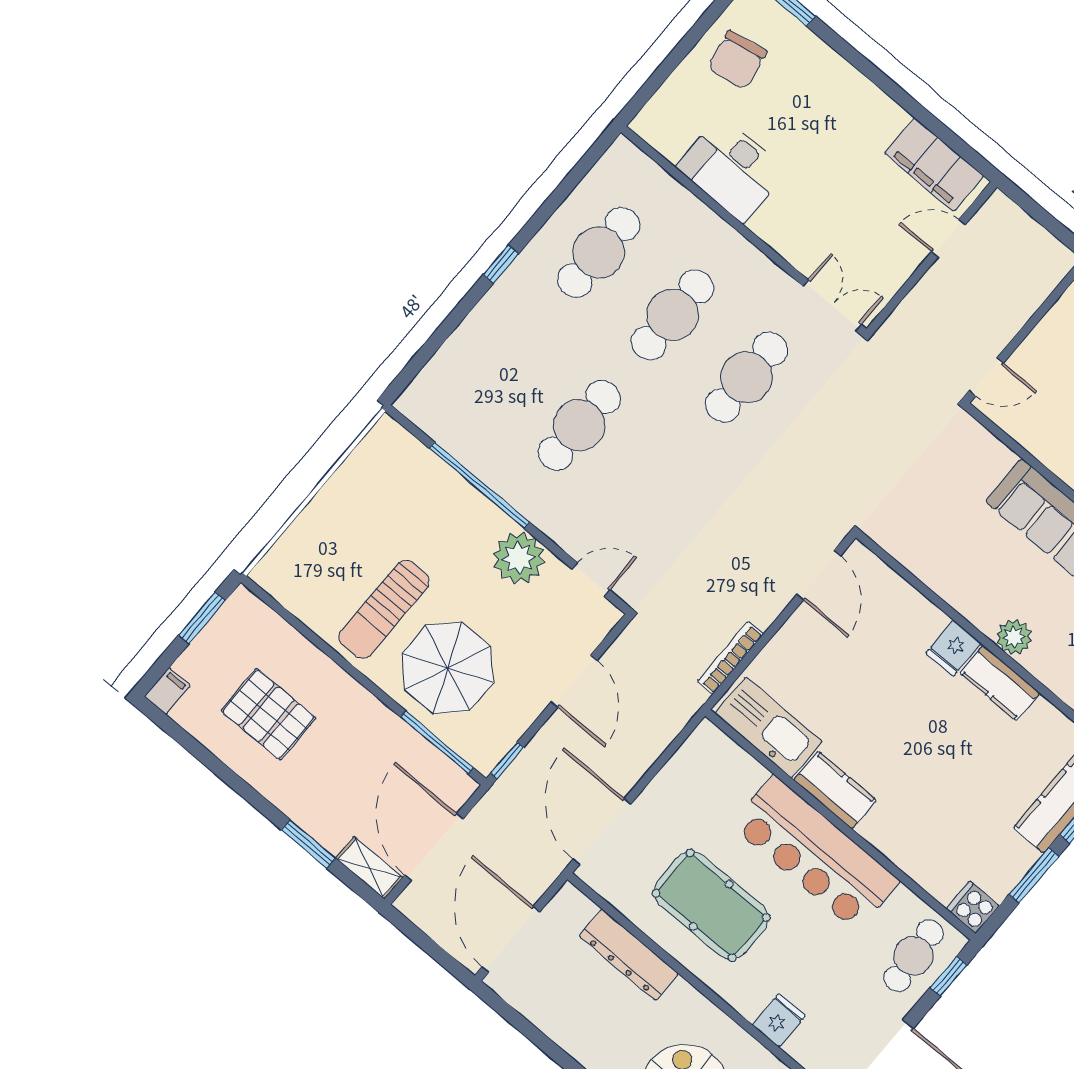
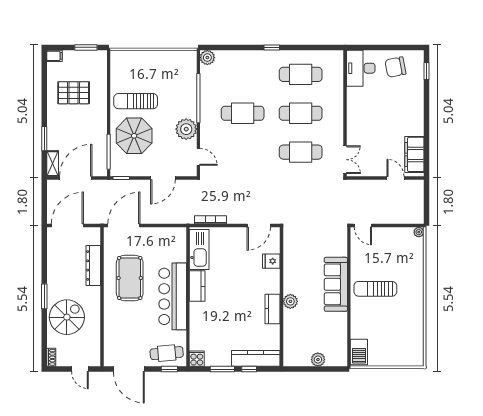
desk: (732, 169) -> (361, 68), moved
plant: (416, 403) -> (207, 58), added
fridge: (953, 648) -> (271, 261), moved
pallet: (268, 714) -> (74, 93), turned 90
fridge: (779, 1020) -> (112, 328), removed

